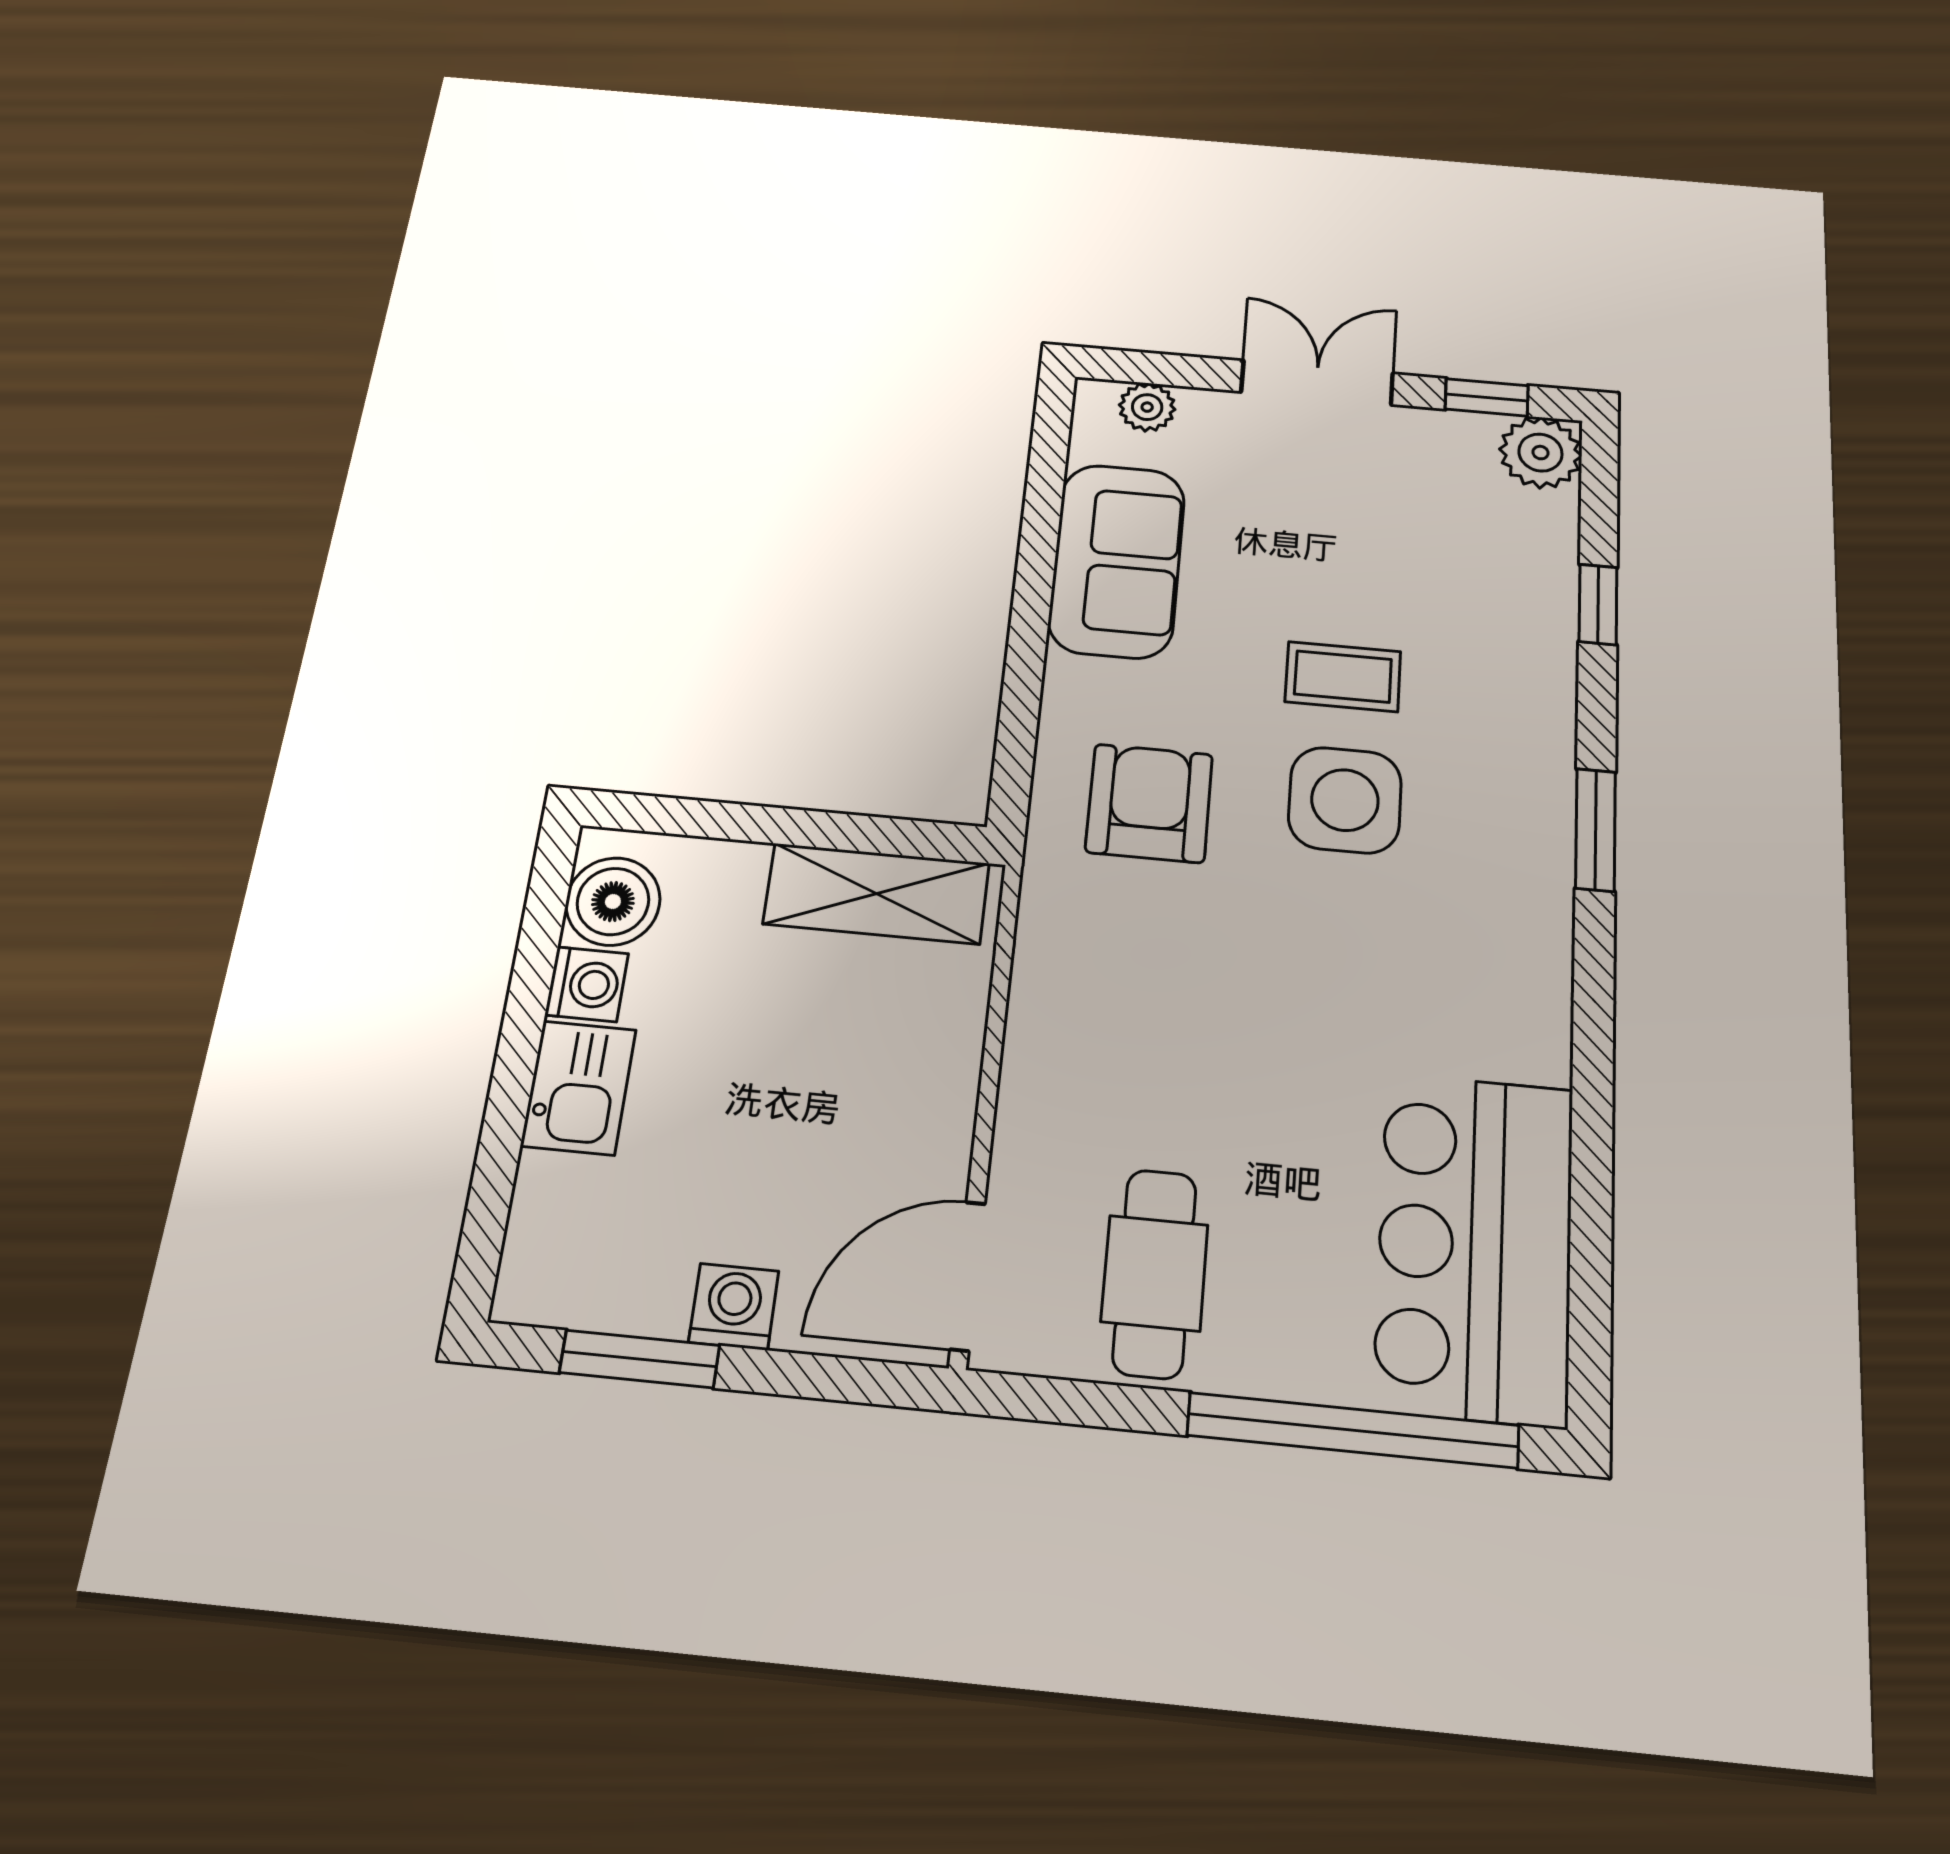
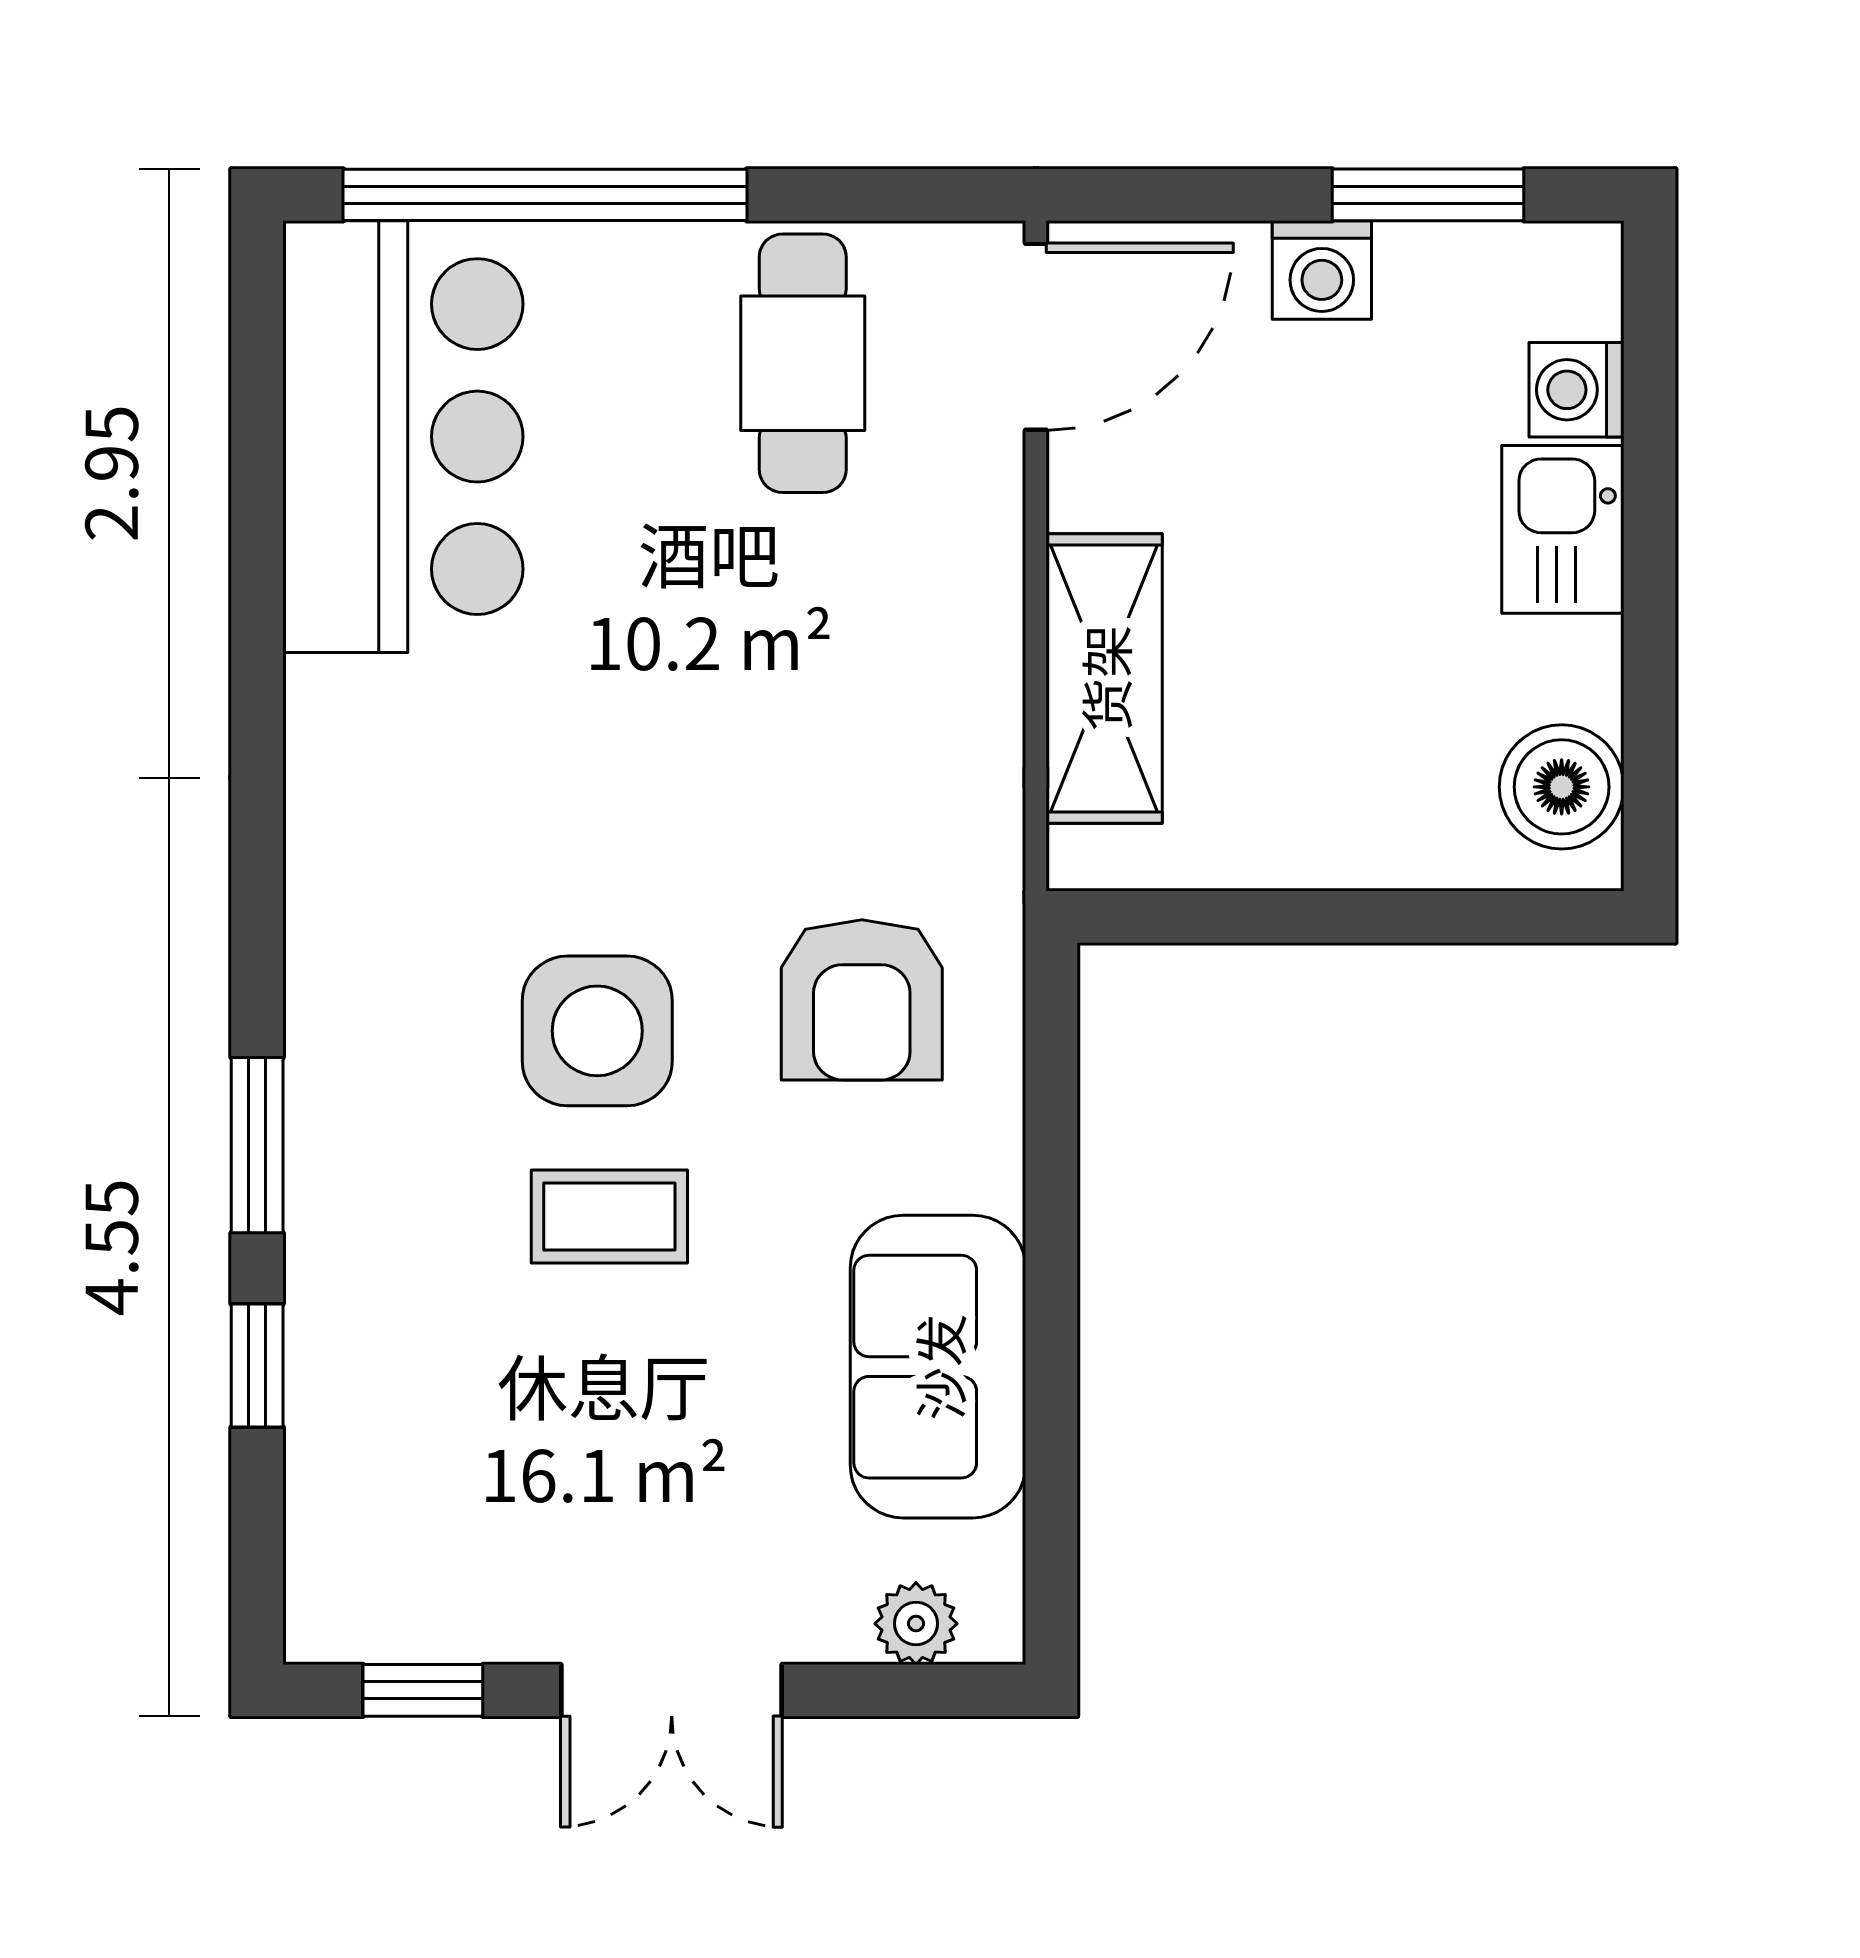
plant: (1541, 453) -> (343, 1605), removed
window: (1595, 830) -> (257, 1145), moved
shelving: (876, 894) -> (1104, 678), moved, turned 90
washing machine: (587, 984) -> (1576, 390), moved

